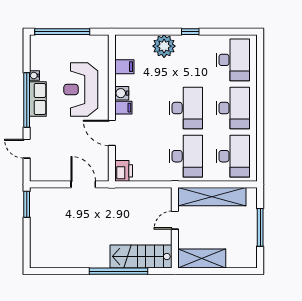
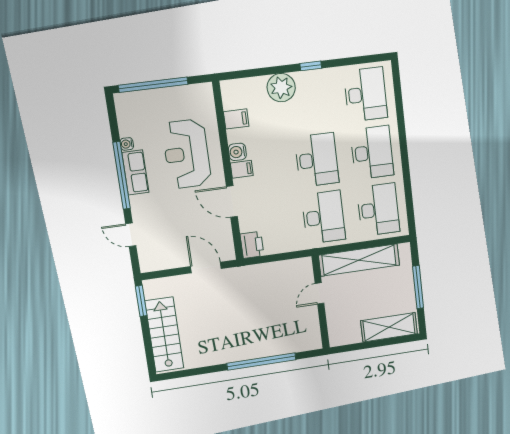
stairs: (141, 256) -> (164, 335), moved, turned 90
shelving: (202, 259) -> (389, 327), moved

